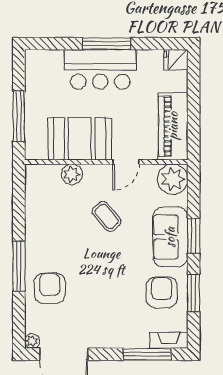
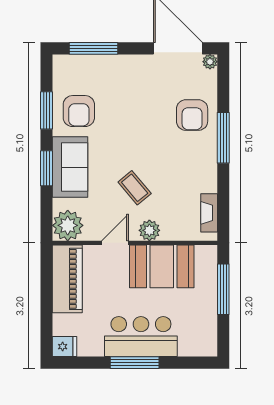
plant: (72, 174) -> (149, 230), moved
fireplace: (169, 340) -> (209, 213), moved, turned 90

